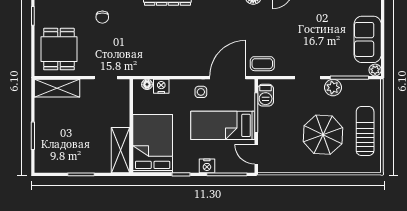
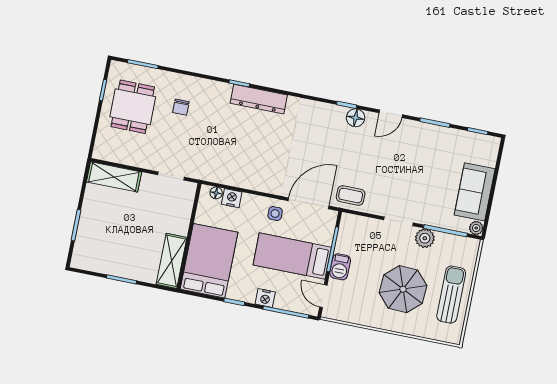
dining table: (59, 49) -> (133, 107), moved
barbecue: (266, 95) -> (340, 267), moved

